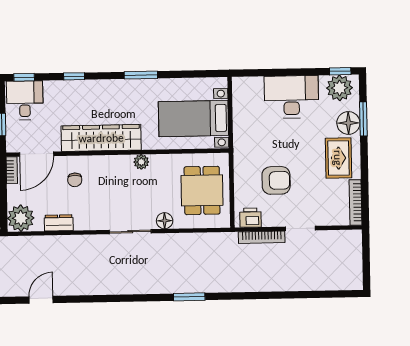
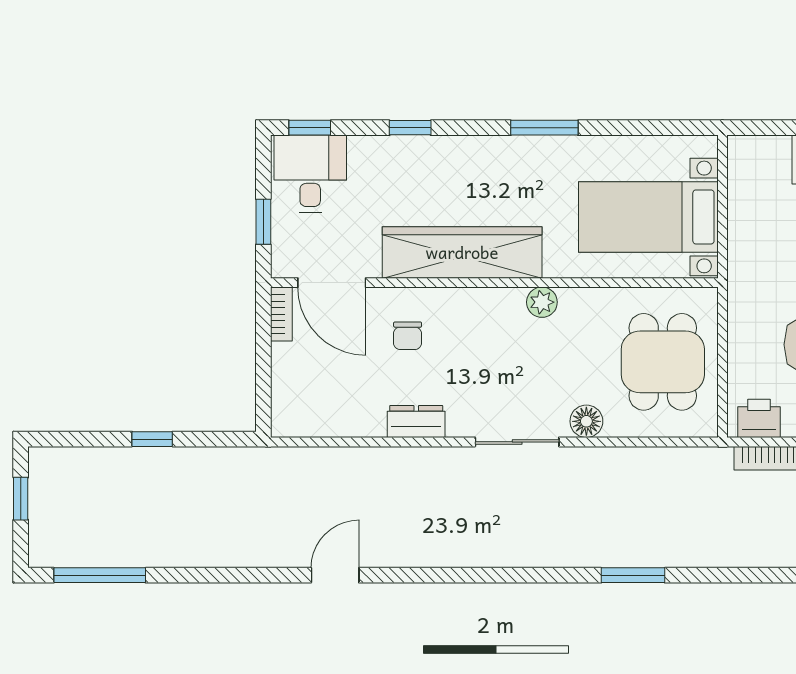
door: (37, 154) -> (332, 283), hinge flipped
plant: (21, 218) -> (298, 411), removed
dresser: (59, 223) -> (416, 421), moved

